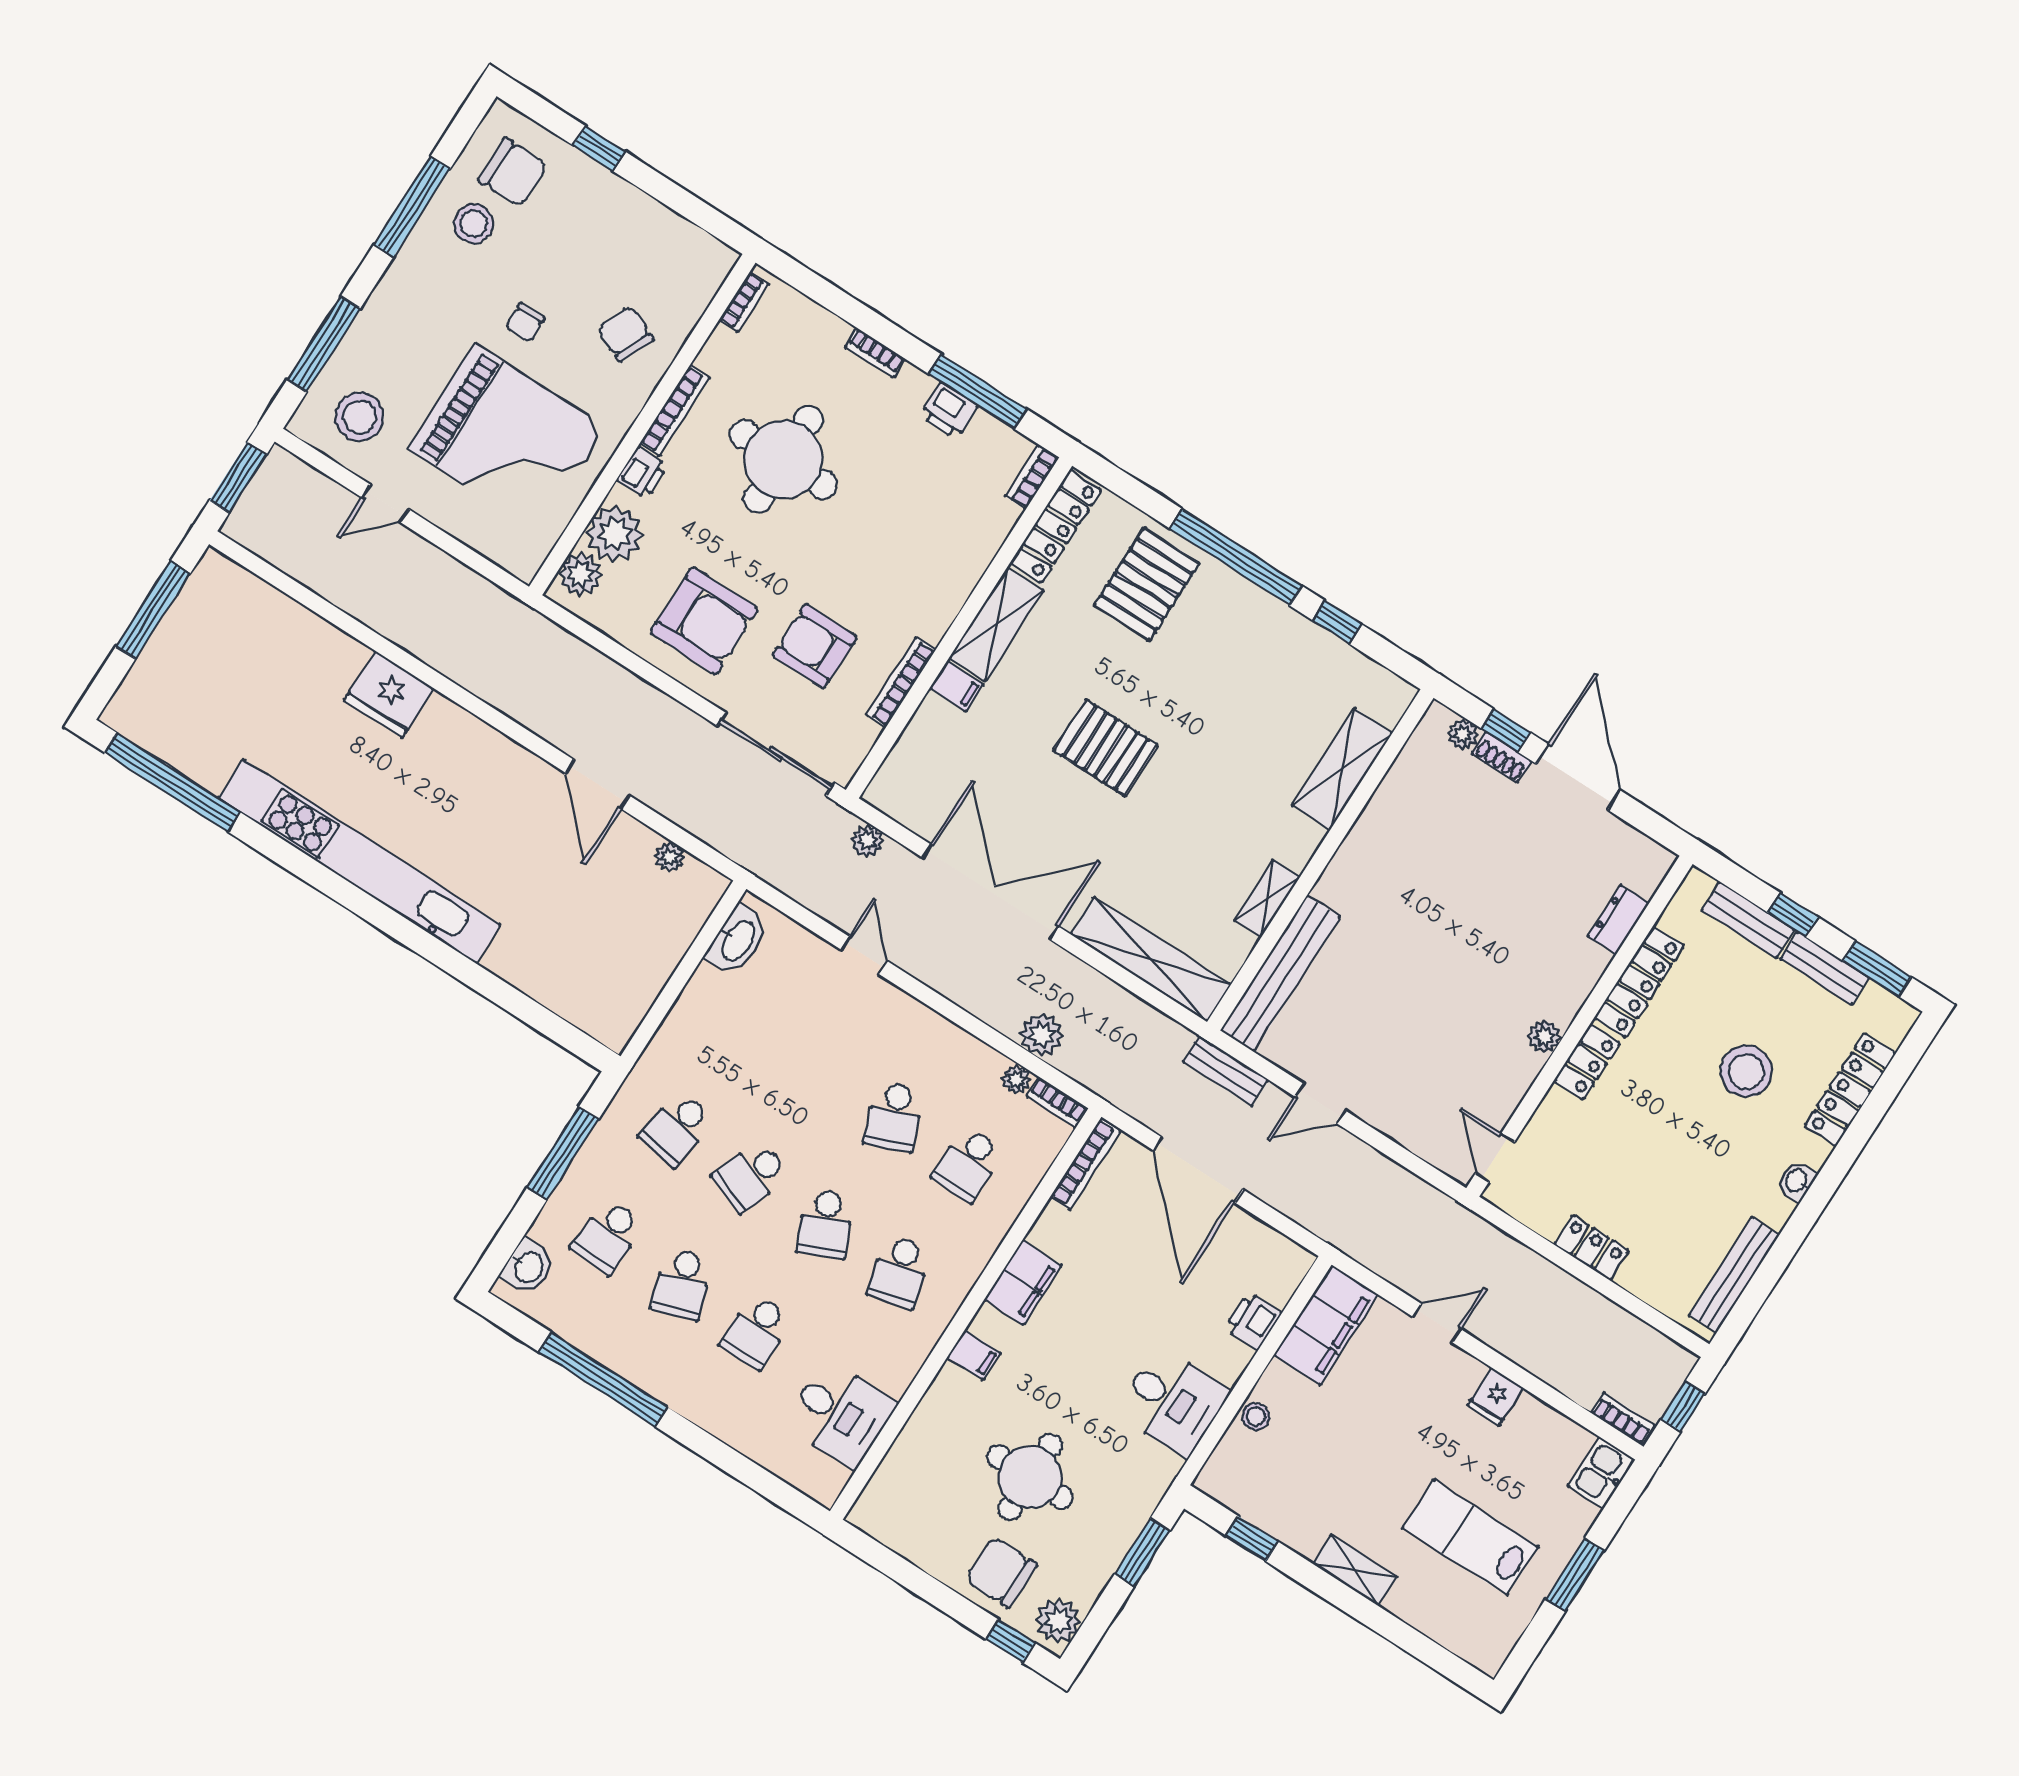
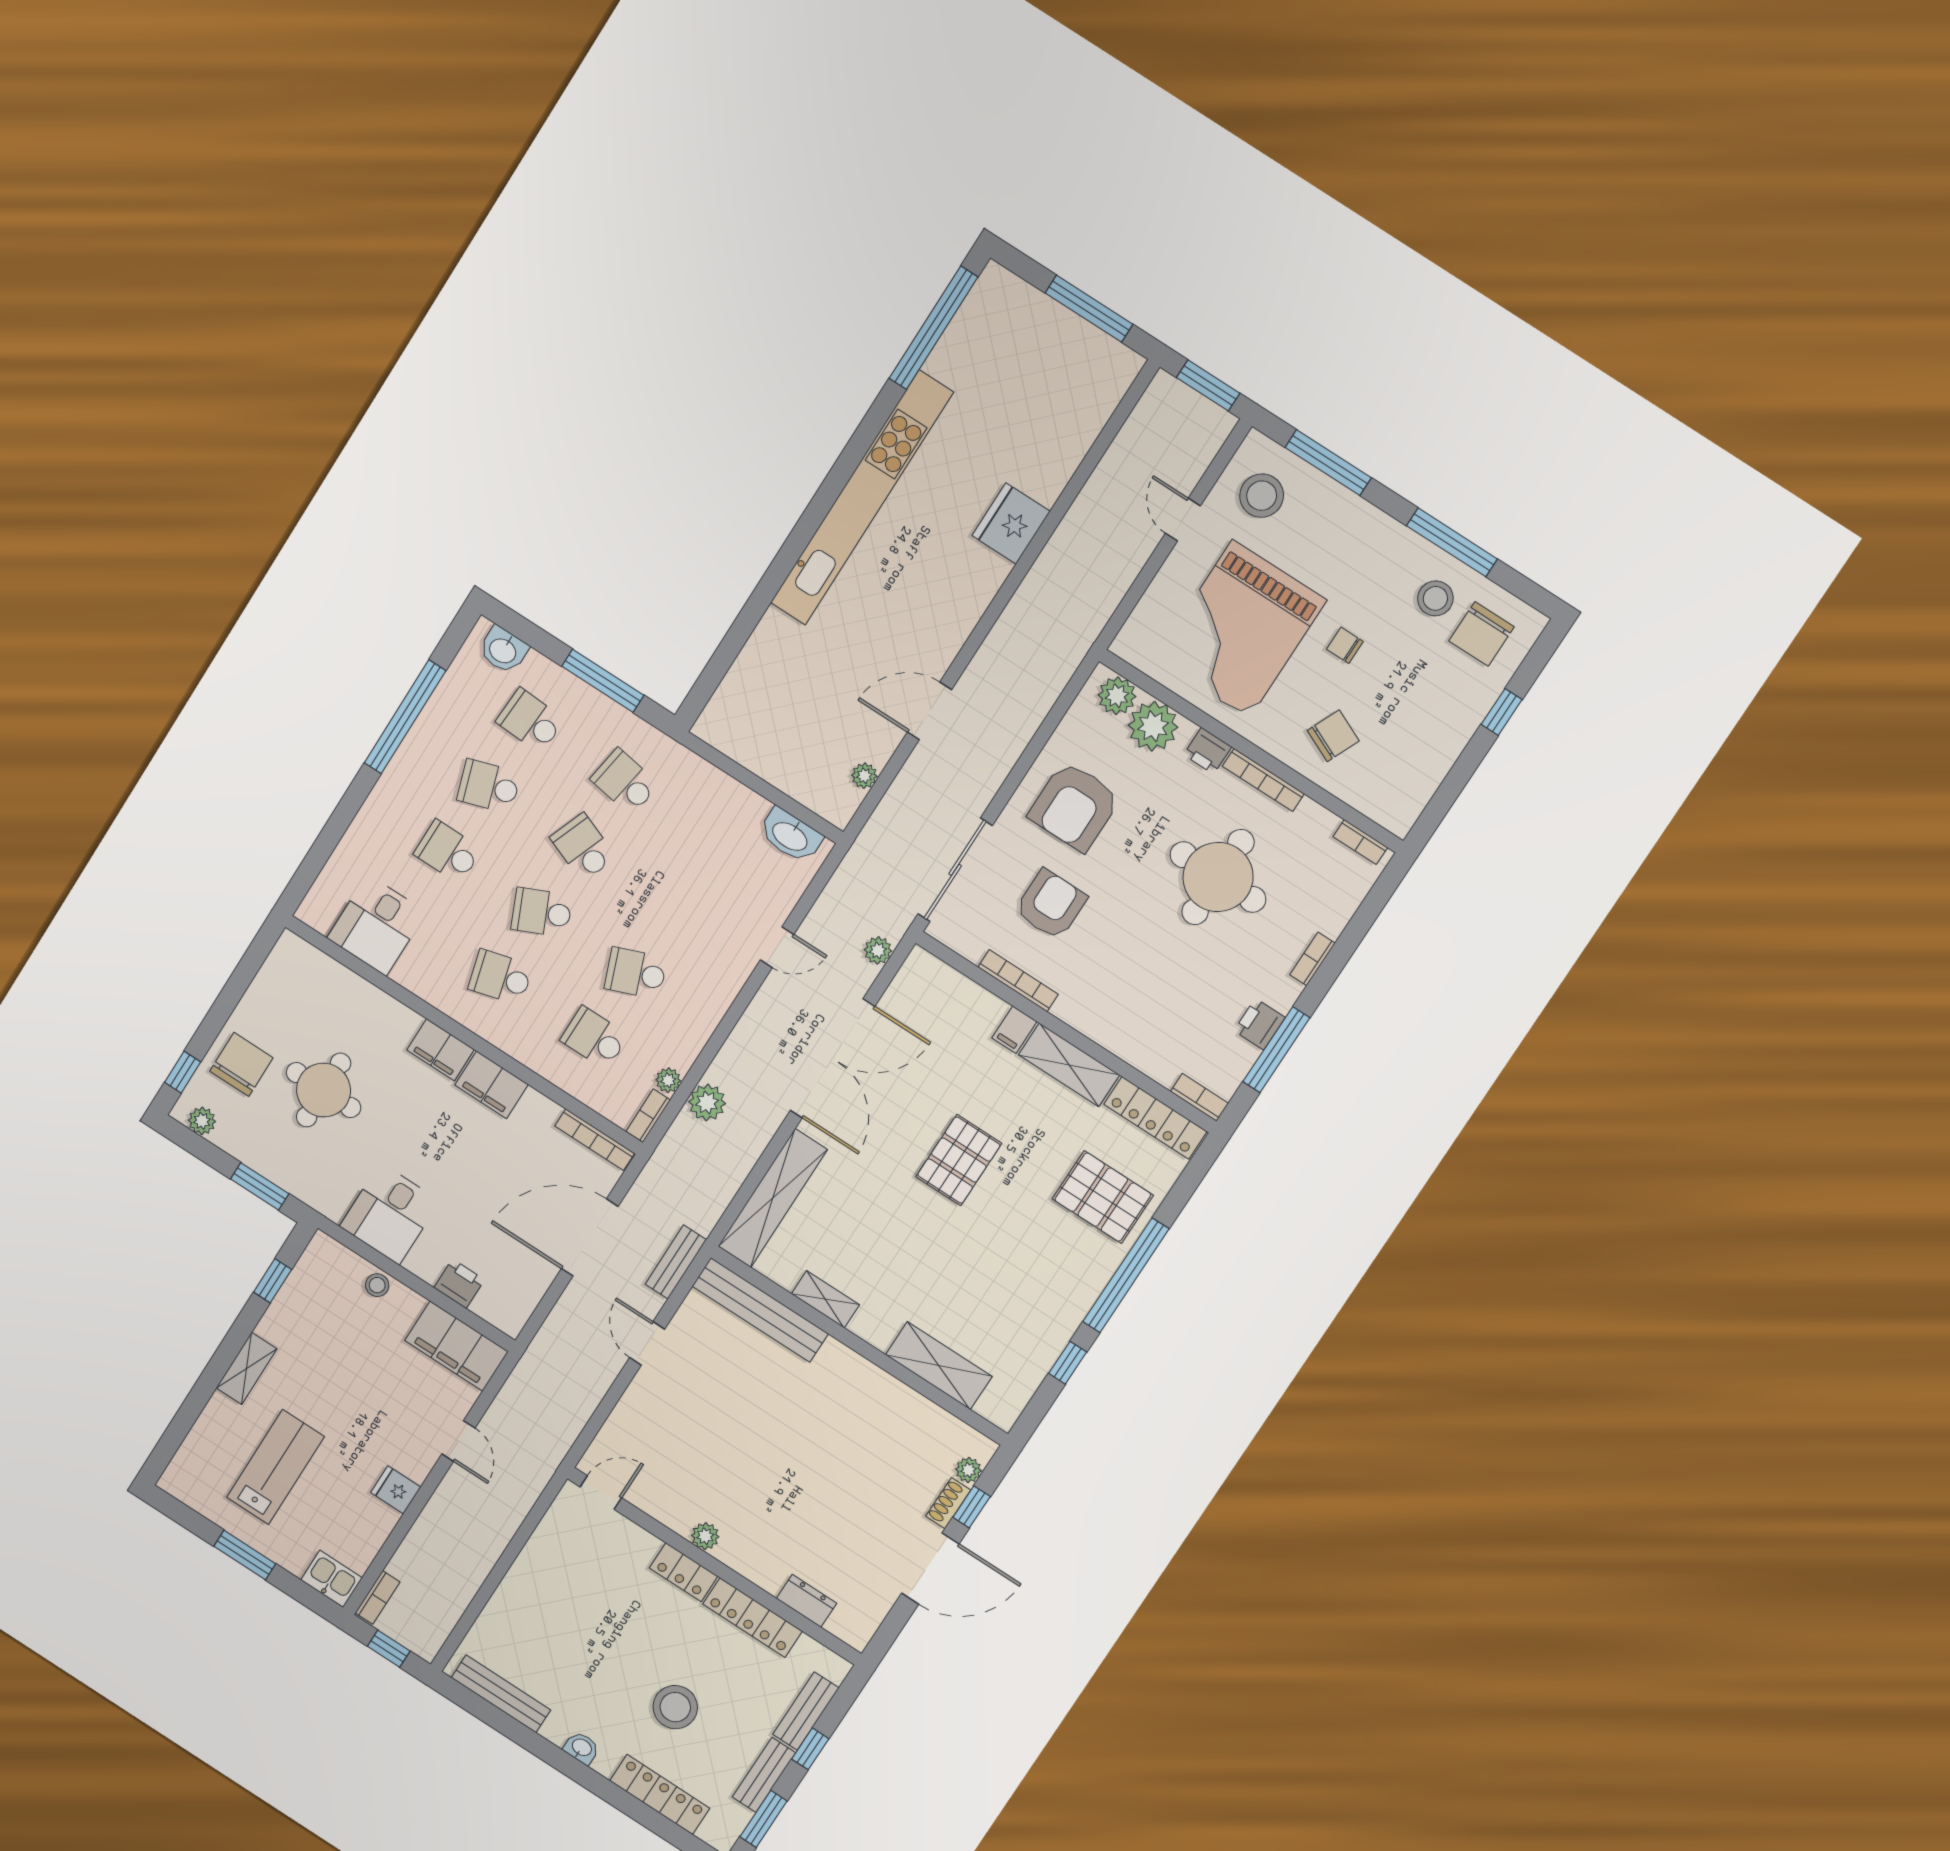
locker: (1592, 1248) -> (524, 1573), removed
filing cabinet: (974, 1355) -> (441, 1050), width x2.00
plant: (1058, 1621) -> (202, 1121), width x0.73, depth x0.73

